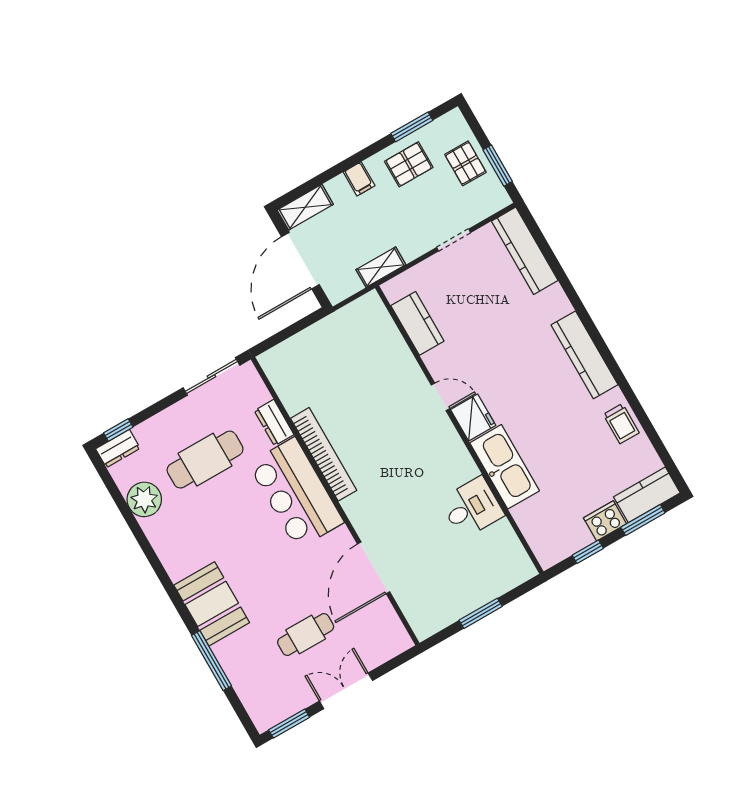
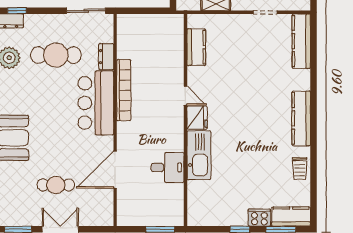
kitchen counter: (417, 323) -> (196, 47), moved
door: (440, 397) -> (185, 96), moved
fridge: (473, 417) -> (197, 118), moved
wall: (459, 430) -> (185, 120), moved
kitchen sink: (505, 467) -> (199, 155), moved
desk: (472, 508) -> (168, 168), moved

